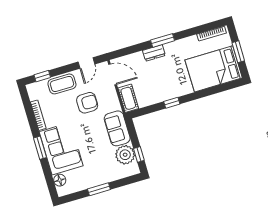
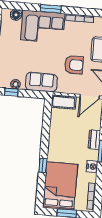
nightstand: (182, 45) -> (92, 166), added
armchair: (87, 103) -> (74, 65), turned -90
window: (172, 103) -> (43, 165), moved
plant: (125, 155) -> (16, 84), width x0.53, depth x0.53

